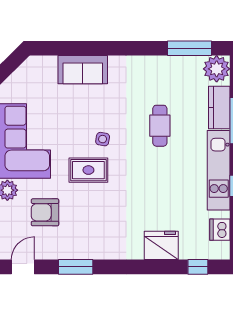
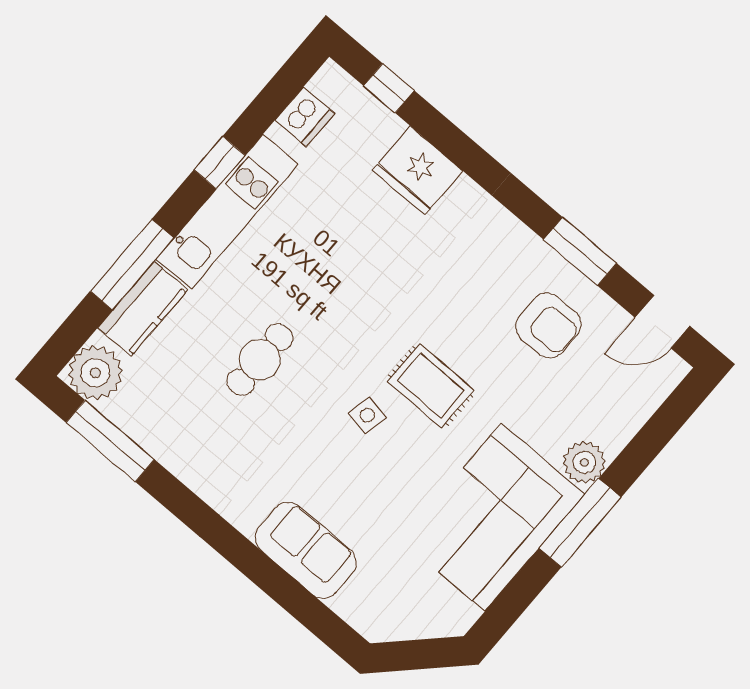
armchair: (45, 212) -> (548, 325), moved

